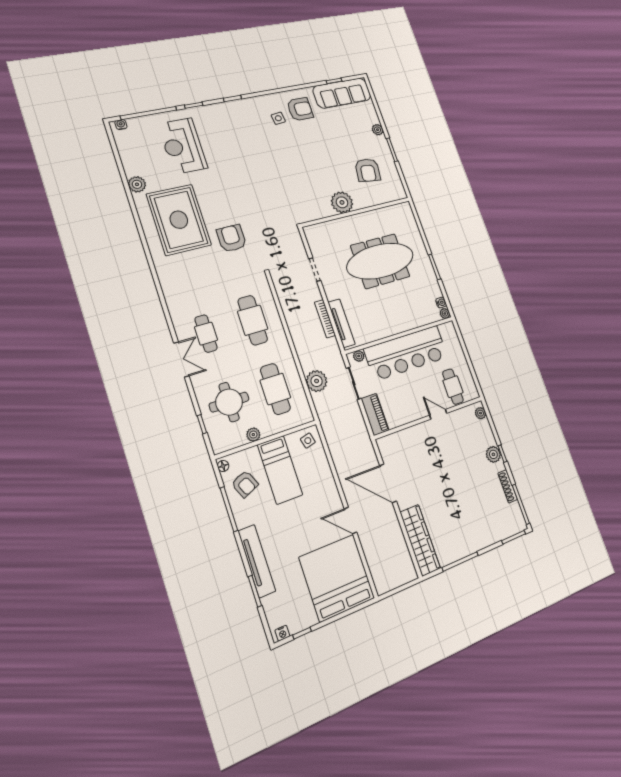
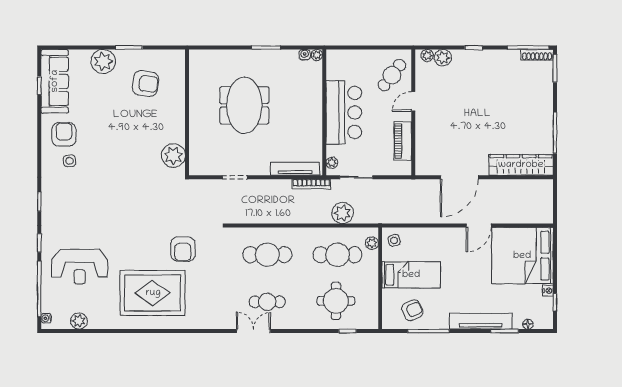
plant: (378, 130) -> (103, 61), width x1.88, depth x1.88
plant: (137, 184) -> (79, 321), moved
plant: (342, 202) -> (173, 156), moved
armchair: (231, 238) -> (183, 249), turned -90
meeting table: (380, 261) -> (244, 105), width x0.73
bookcase: (325, 319) -> (311, 184), moved
bar counter: (406, 353) -> (344, 112), width x0.73
double door: (181, 359) -> (253, 331), moved
cafe table: (453, 387) -> (392, 75), turned -52
piano: (375, 414) -> (403, 141), moved, turned -90
plant: (253, 435) -> (372, 243), moved
plant: (493, 454) -> (443, 58), moved
floor lamp: (223, 466) -> (528, 324), moved
shoe rack: (508, 486) -> (537, 55), moved
nightstand: (282, 633) -> (548, 291), moved

